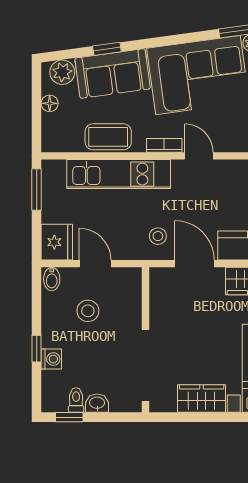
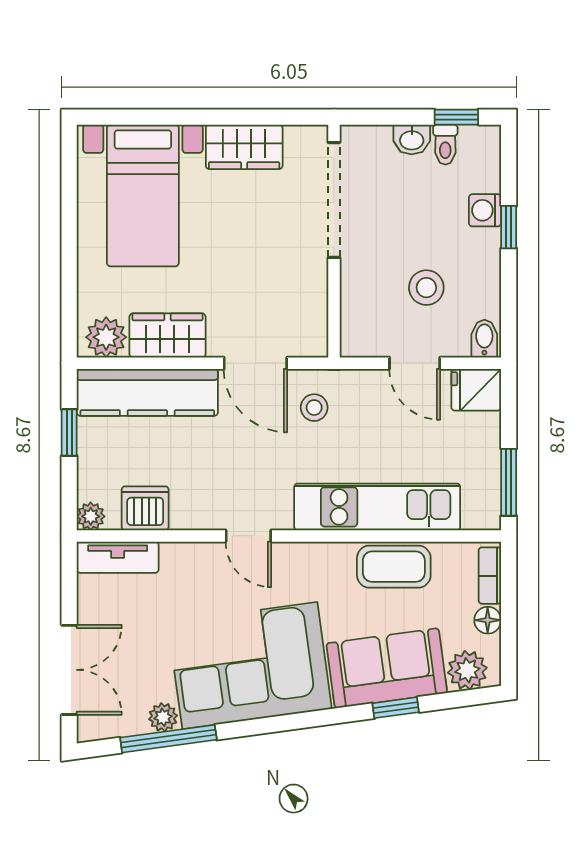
bookcase: (164, 145) -> (490, 576), moved, turned 90
fridge: (57, 242) -> (476, 390), width x0.72

